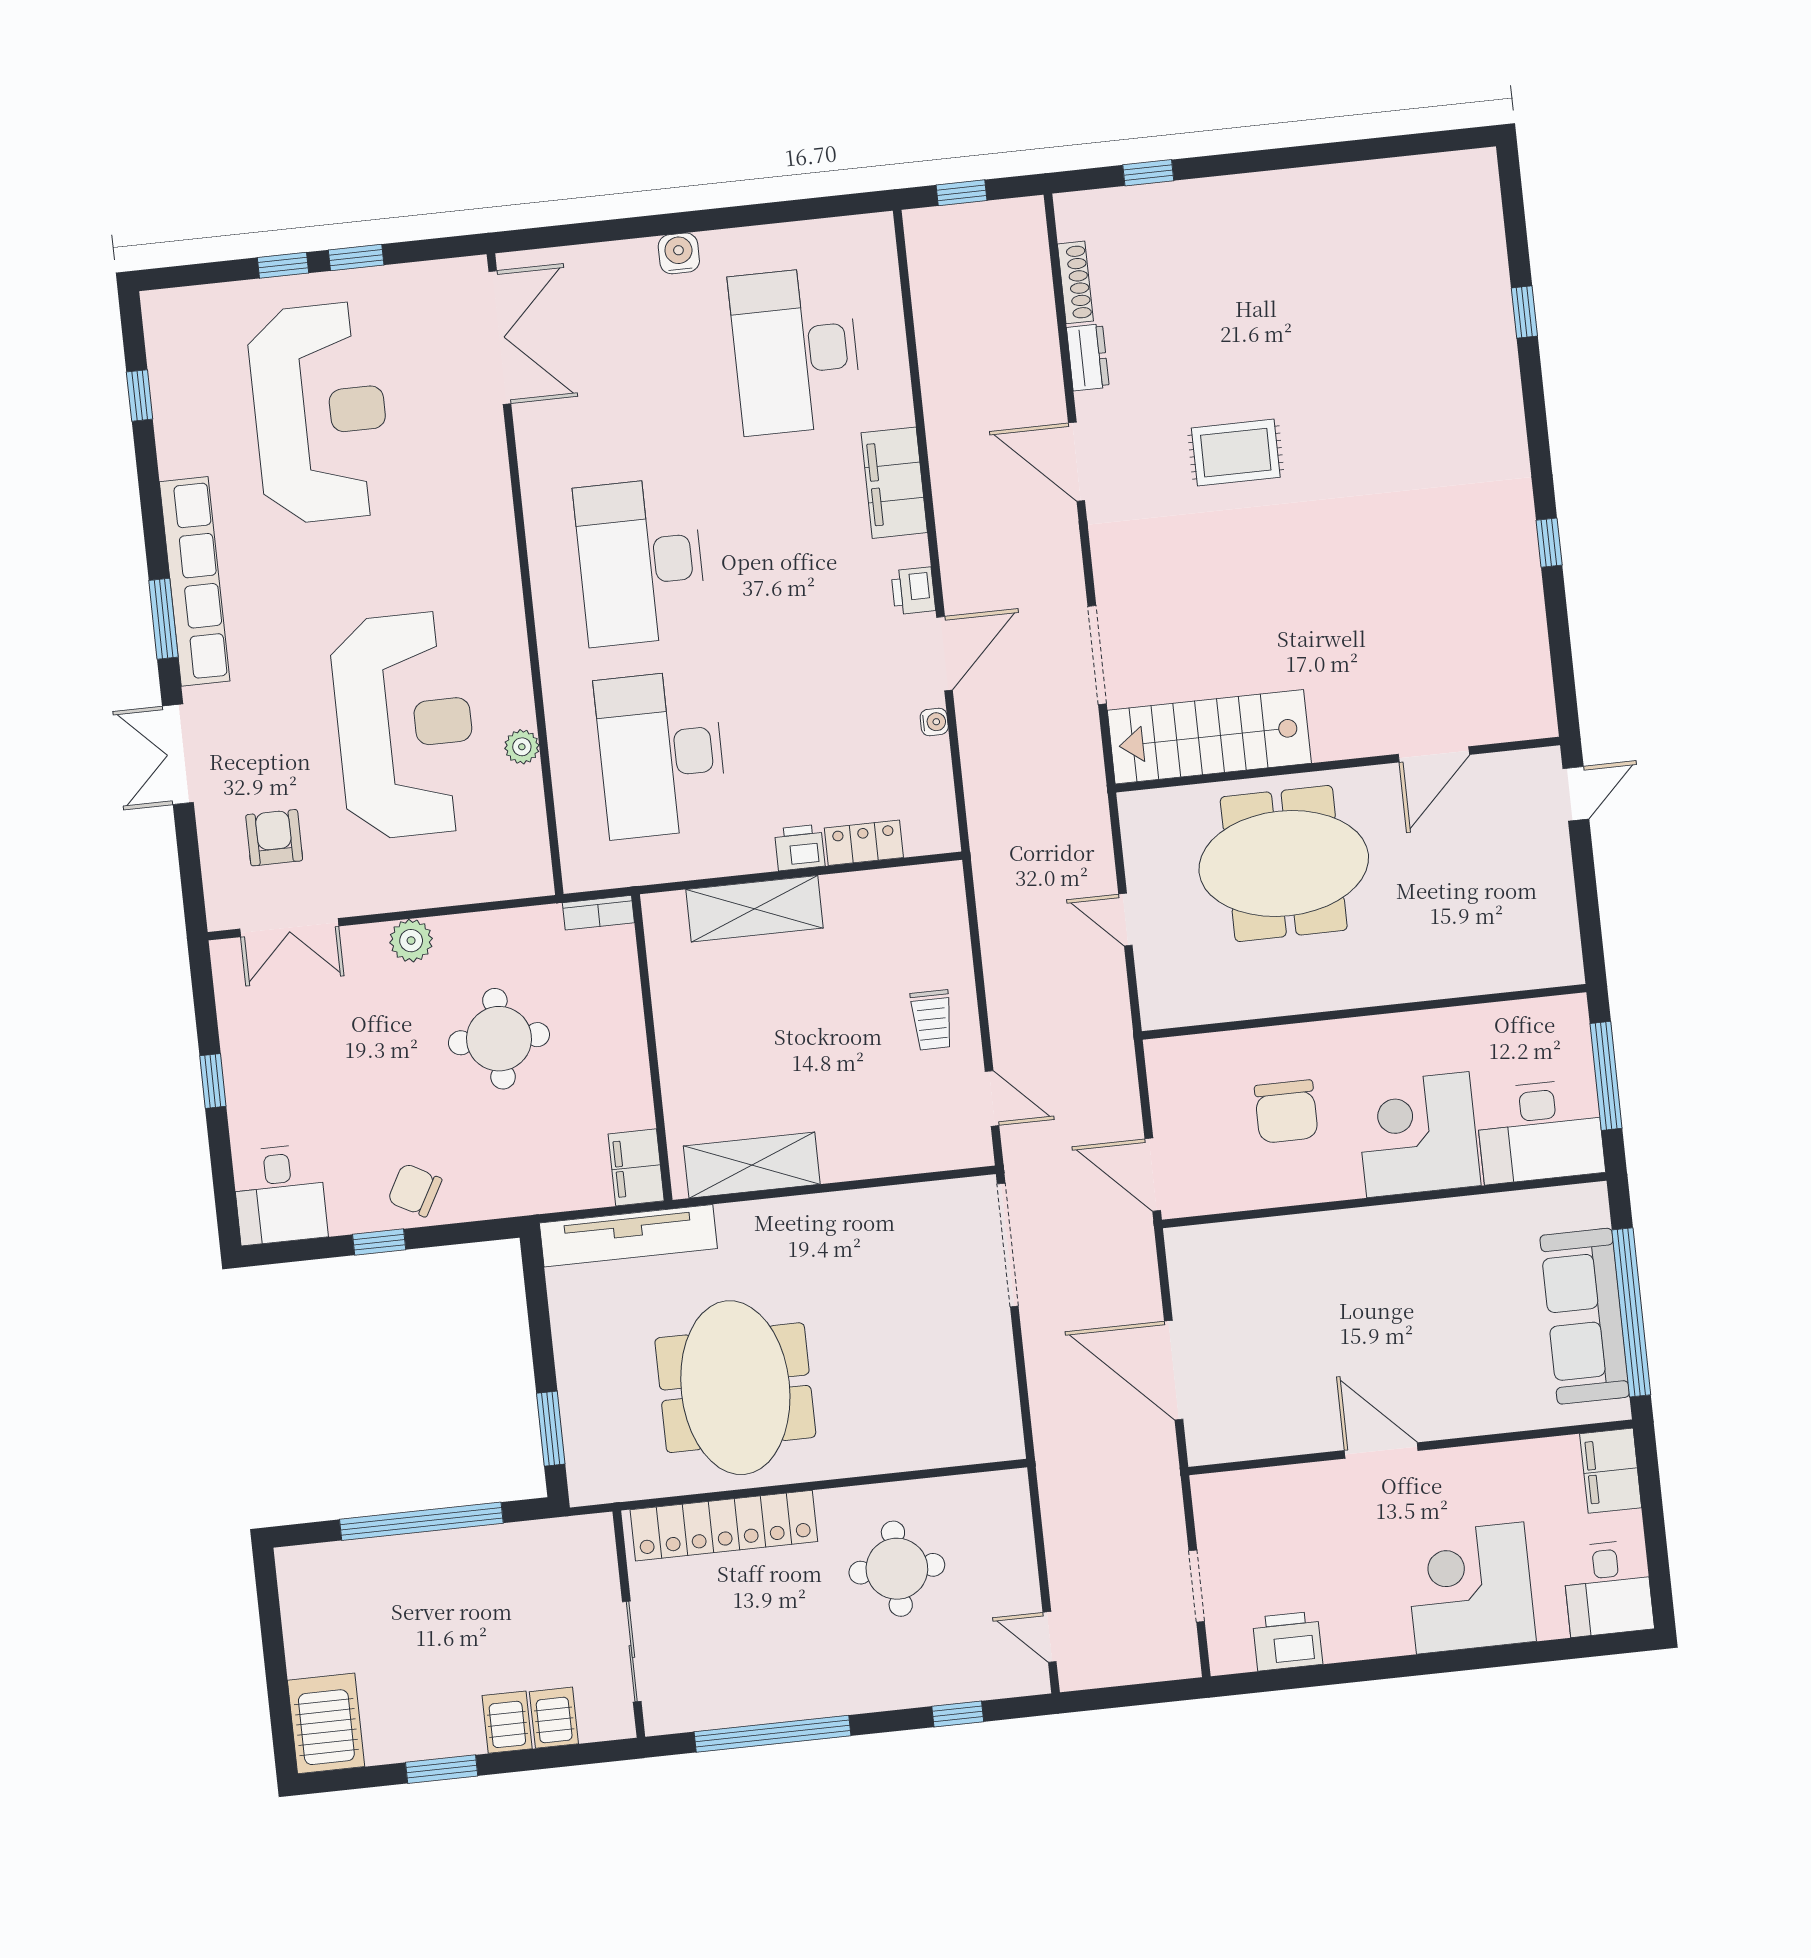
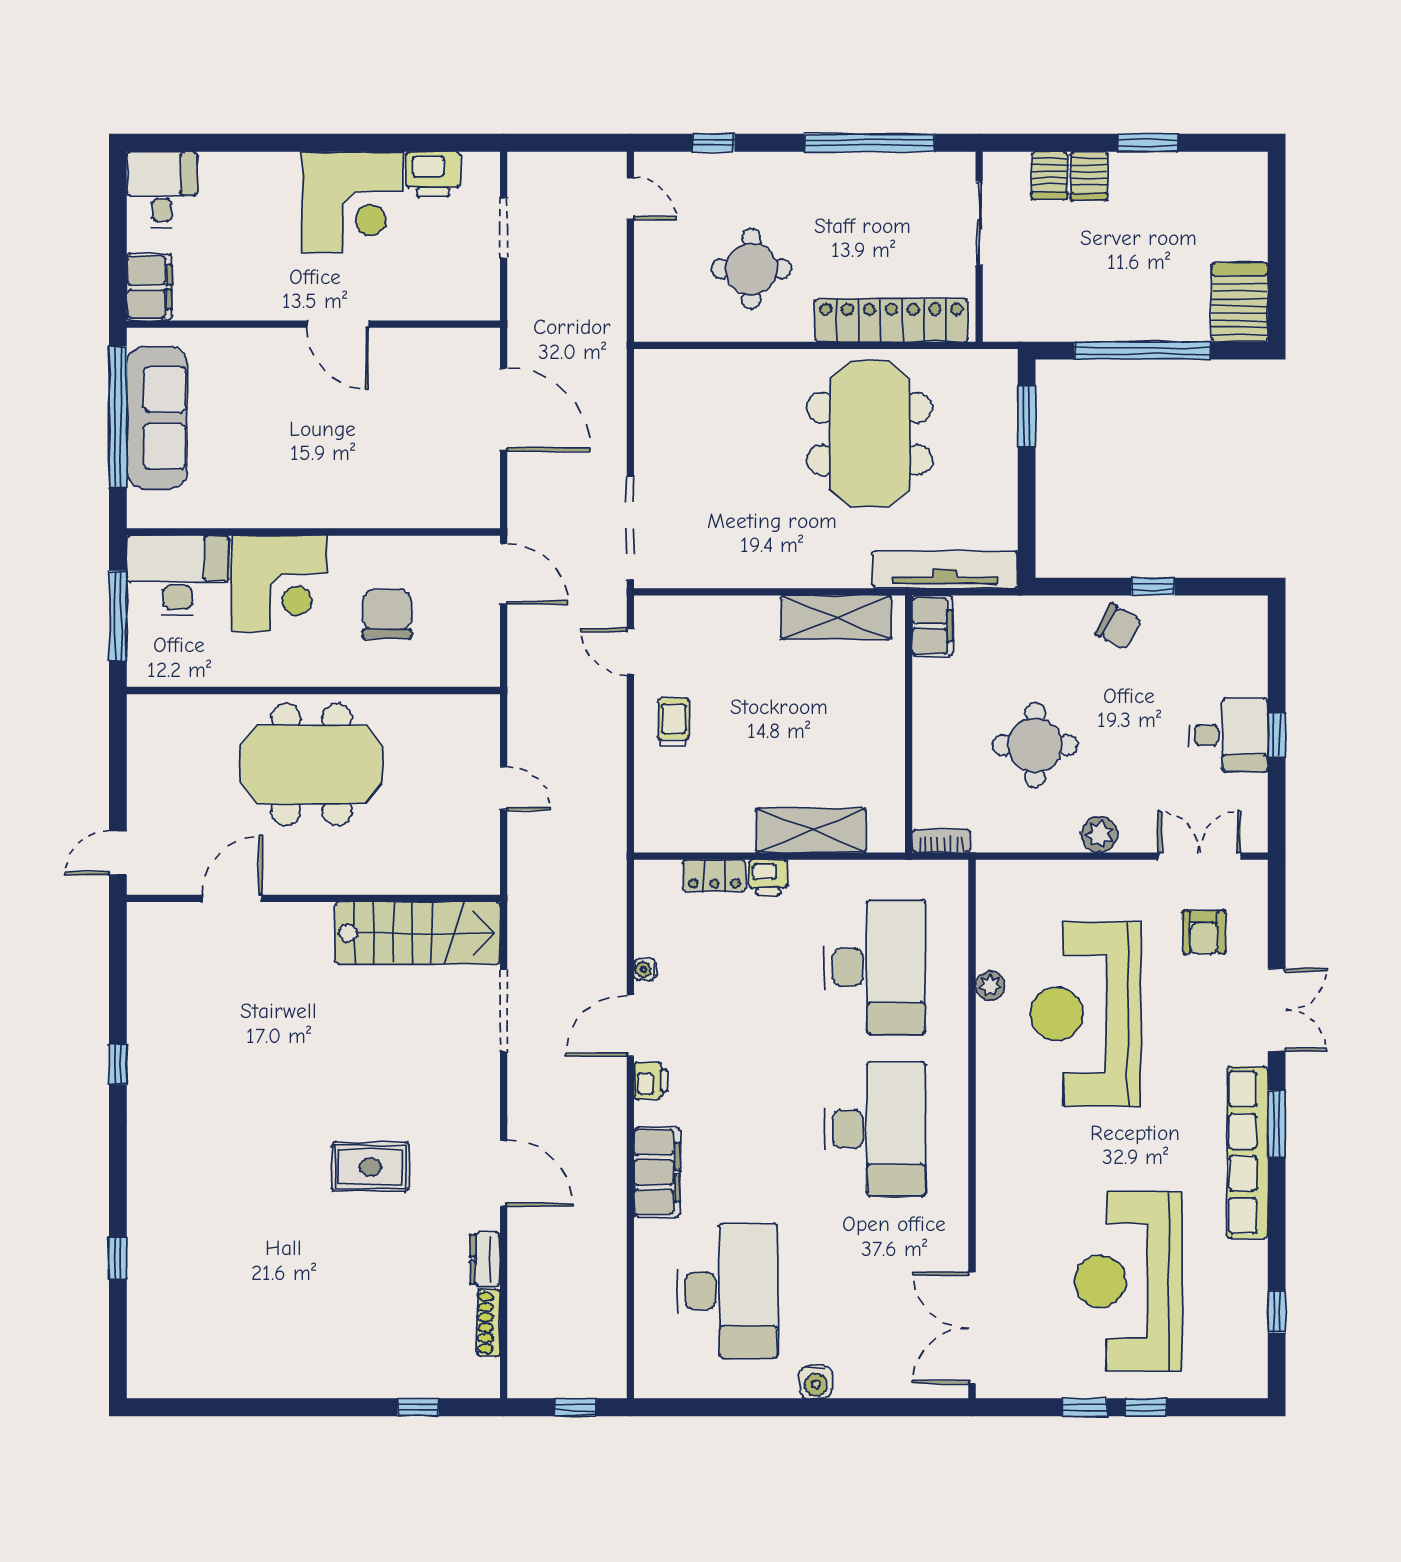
meeting table: (1284, 863) -> (312, 765), moved
desk: (280, 1194) -> (1228, 735), moved, turned 90
corner desk: (1470, 1588) -> (352, 202), moved
server rack: (326, 1723) -> (1240, 302), moved, turned 180

